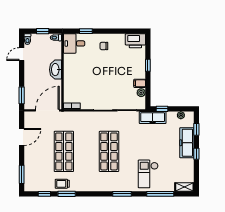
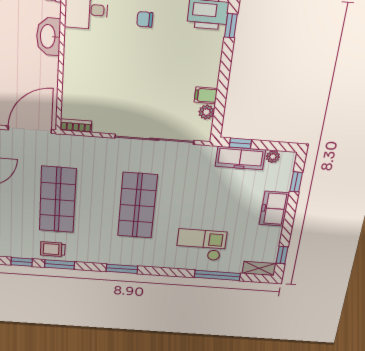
window: (148, 65) -> (231, 26), moved
washbasin: (56, 70) -> (48, 36), moved
freezer: (153, 118) -> (240, 158), moved
freezer: (187, 143) -> (274, 209), width x0.71
window: (196, 154) -> (282, 255), moved
checkout: (148, 174) -> (201, 245), turned 90
window: (122, 194) -> (122, 269), moved

